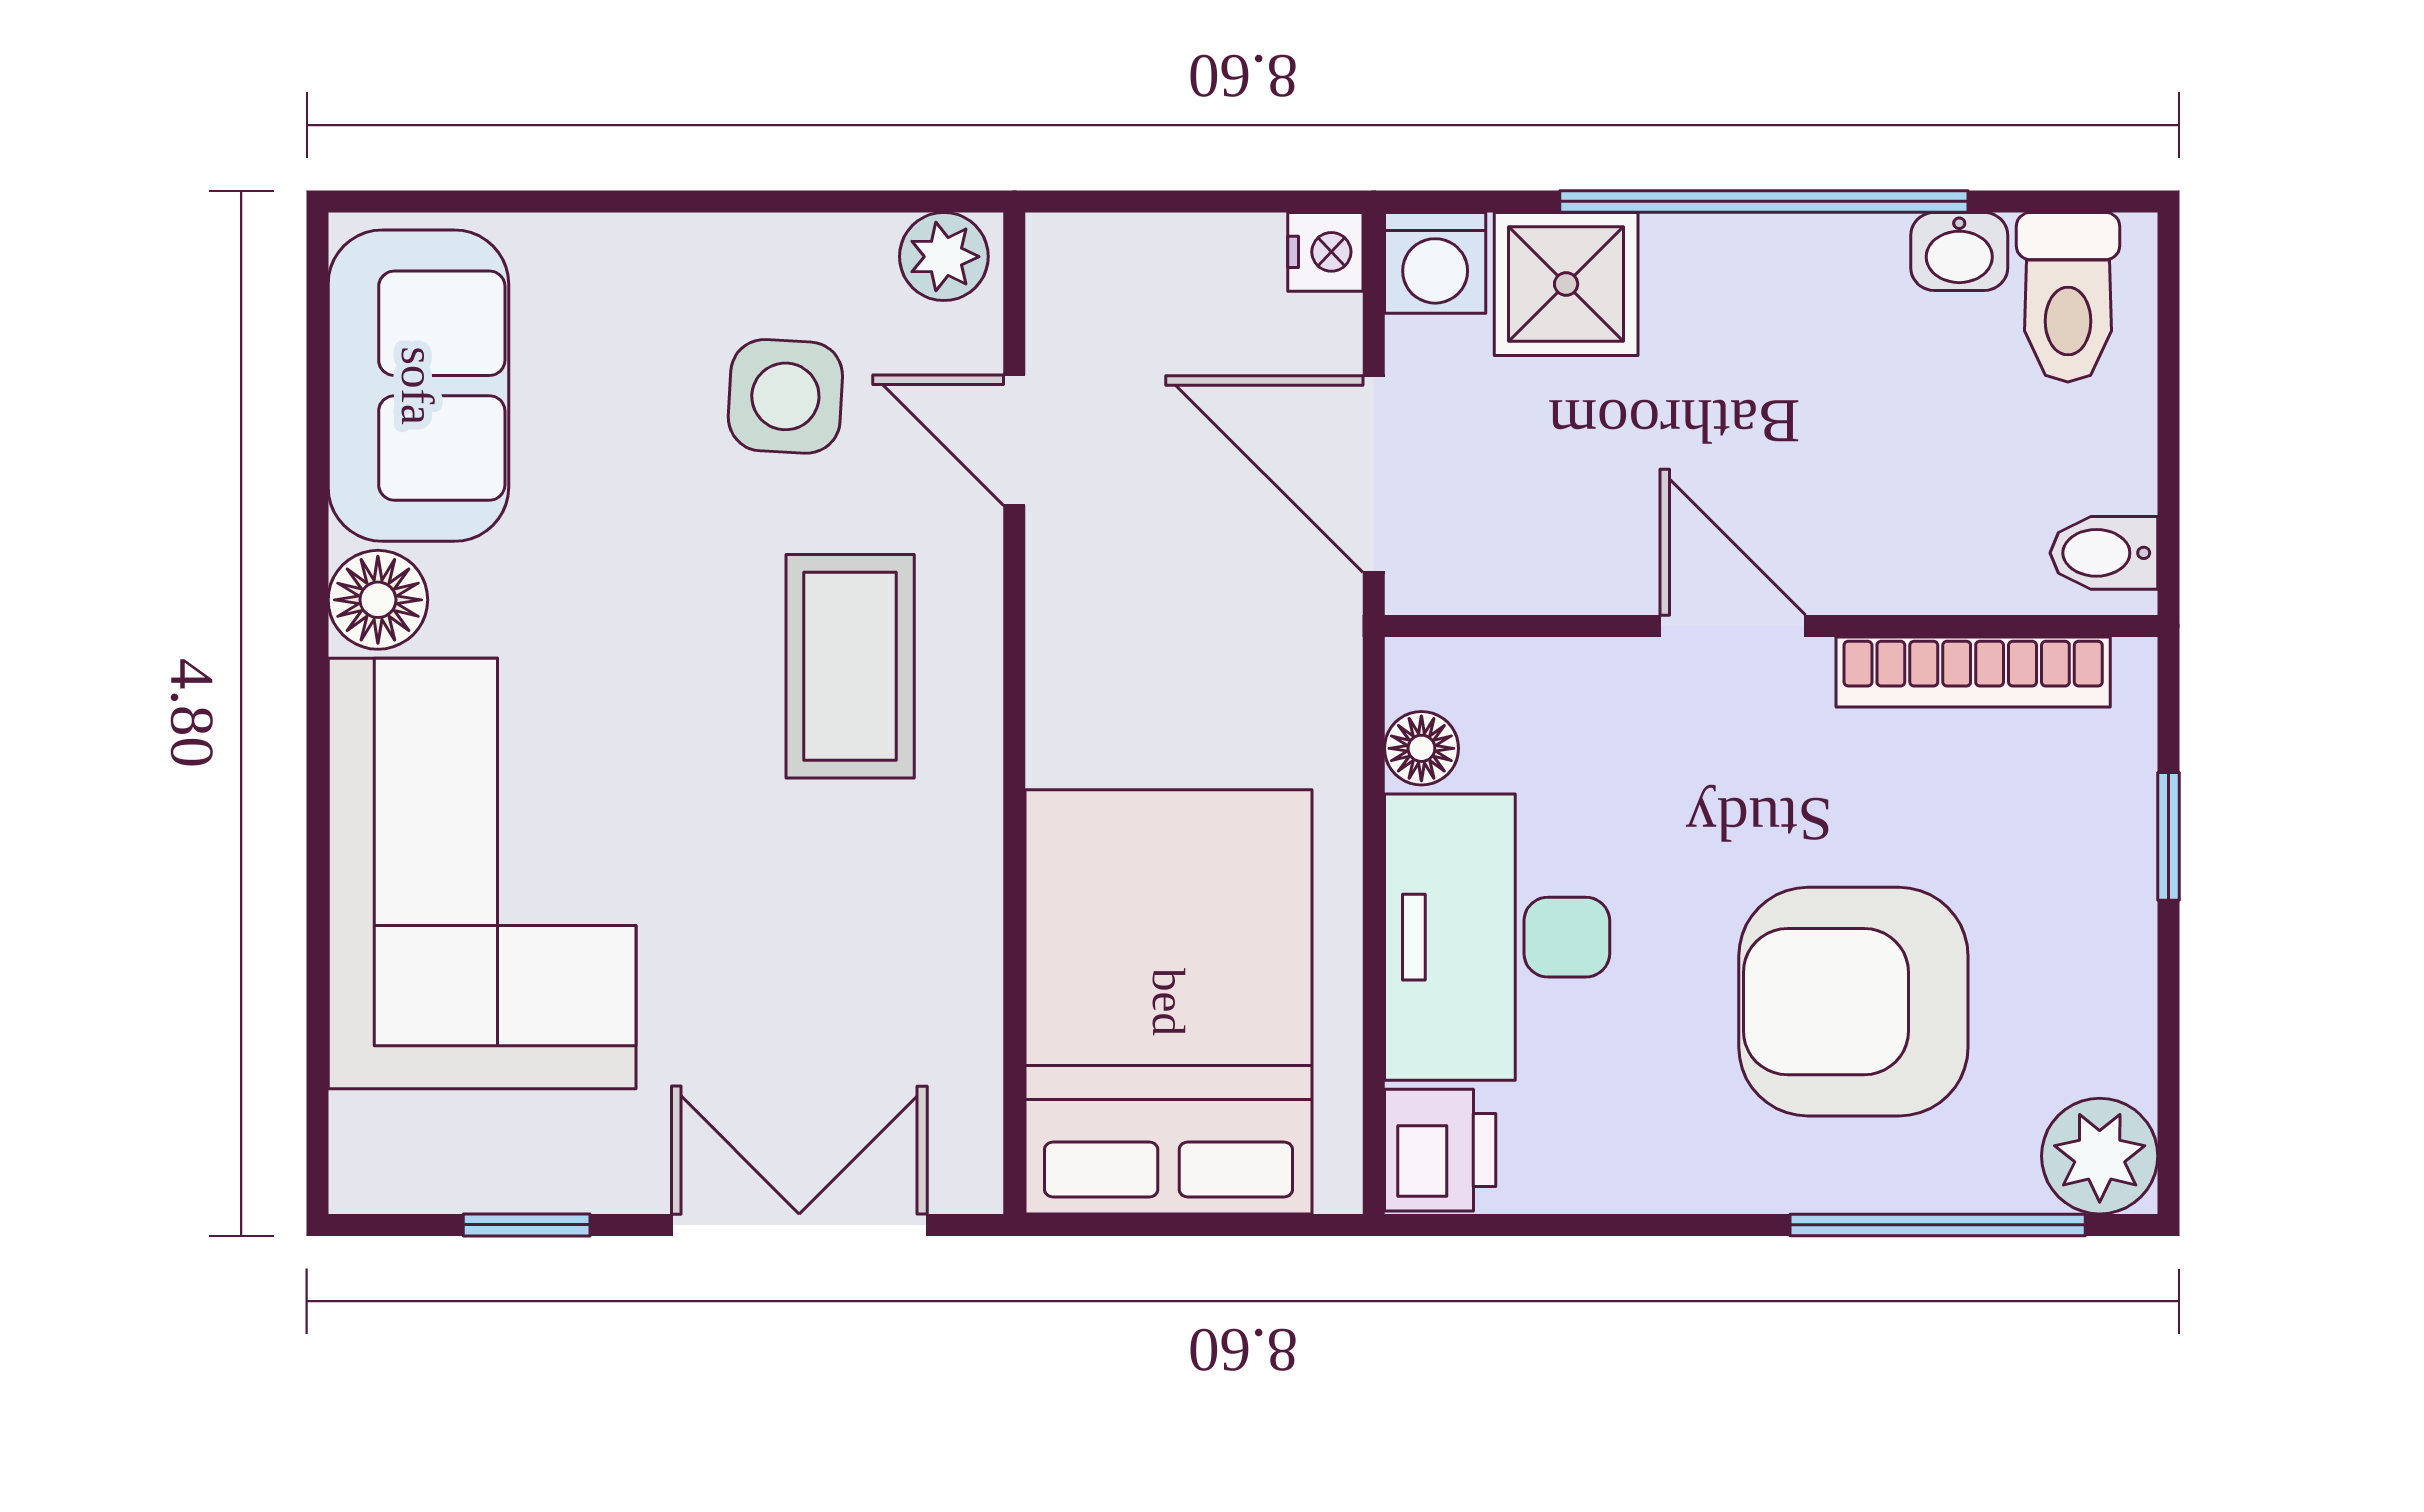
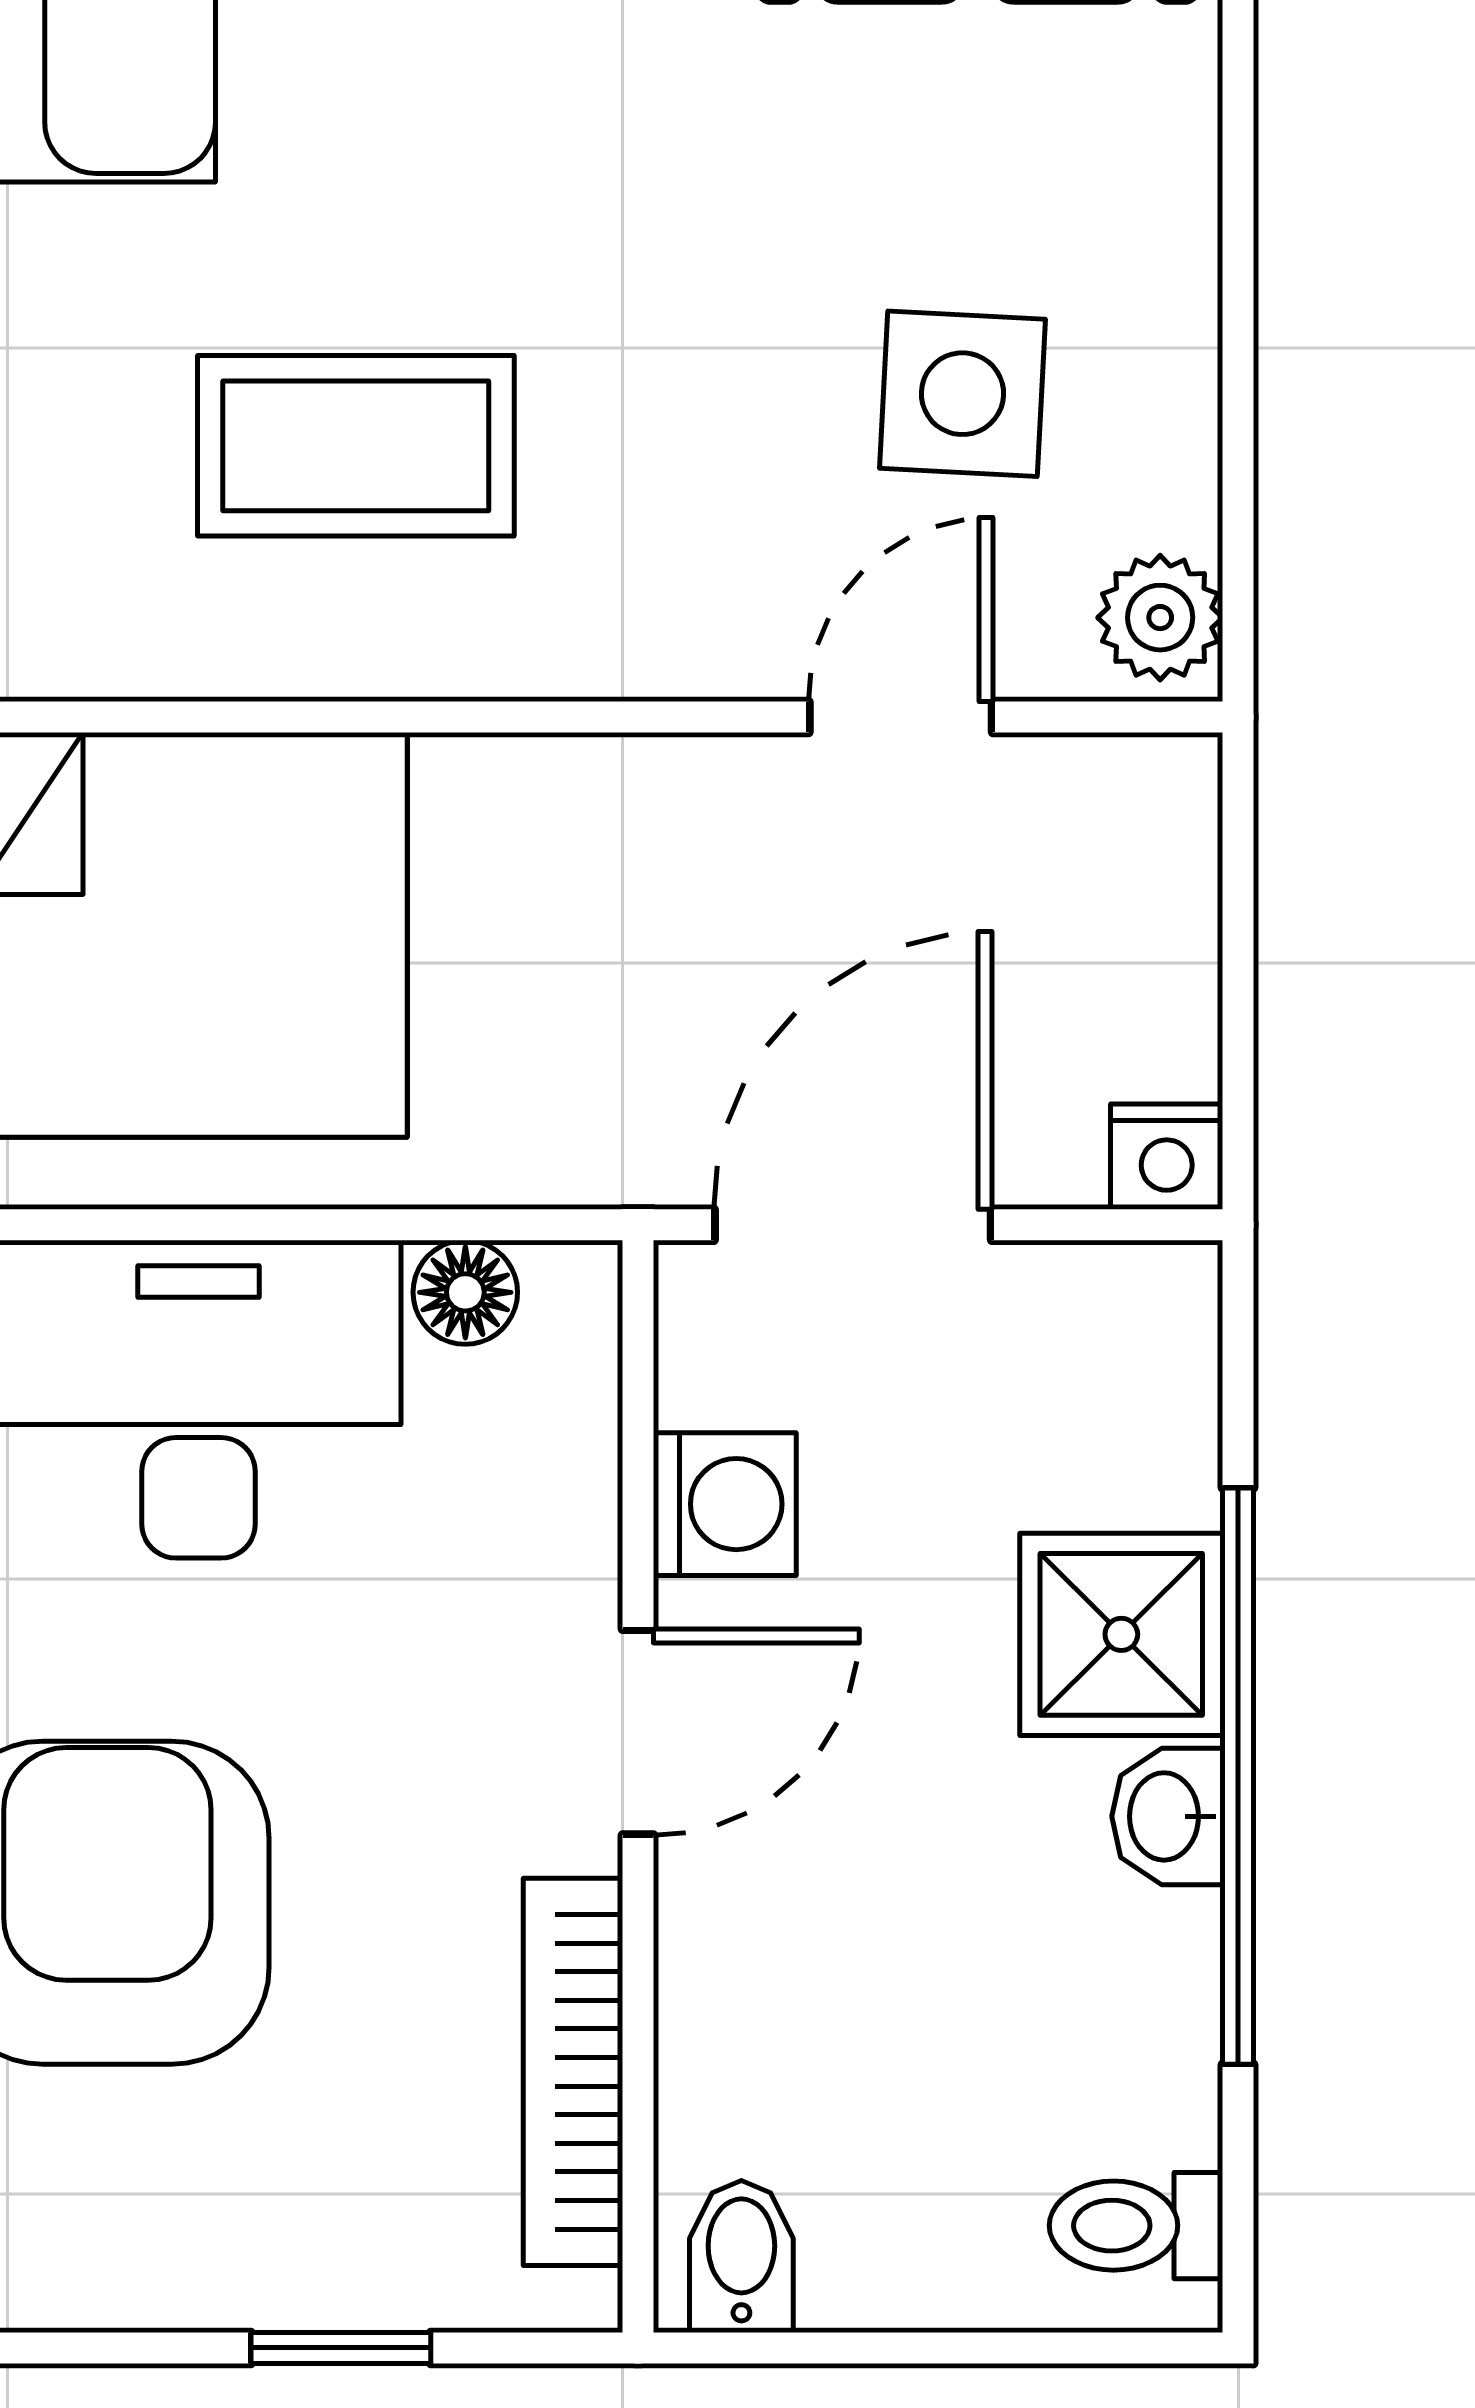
washbasin: (1959, 251) -> (1167, 1816), moved
washing machine: (1435, 263) -> (725, 1504), moved, turned 180
shower: (1566, 284) -> (1121, 1634), moved
toilet: (2068, 297) -> (1136, 2226), width x0.73, depth x0.72
coffee table: (850, 666) -> (356, 446), moved

